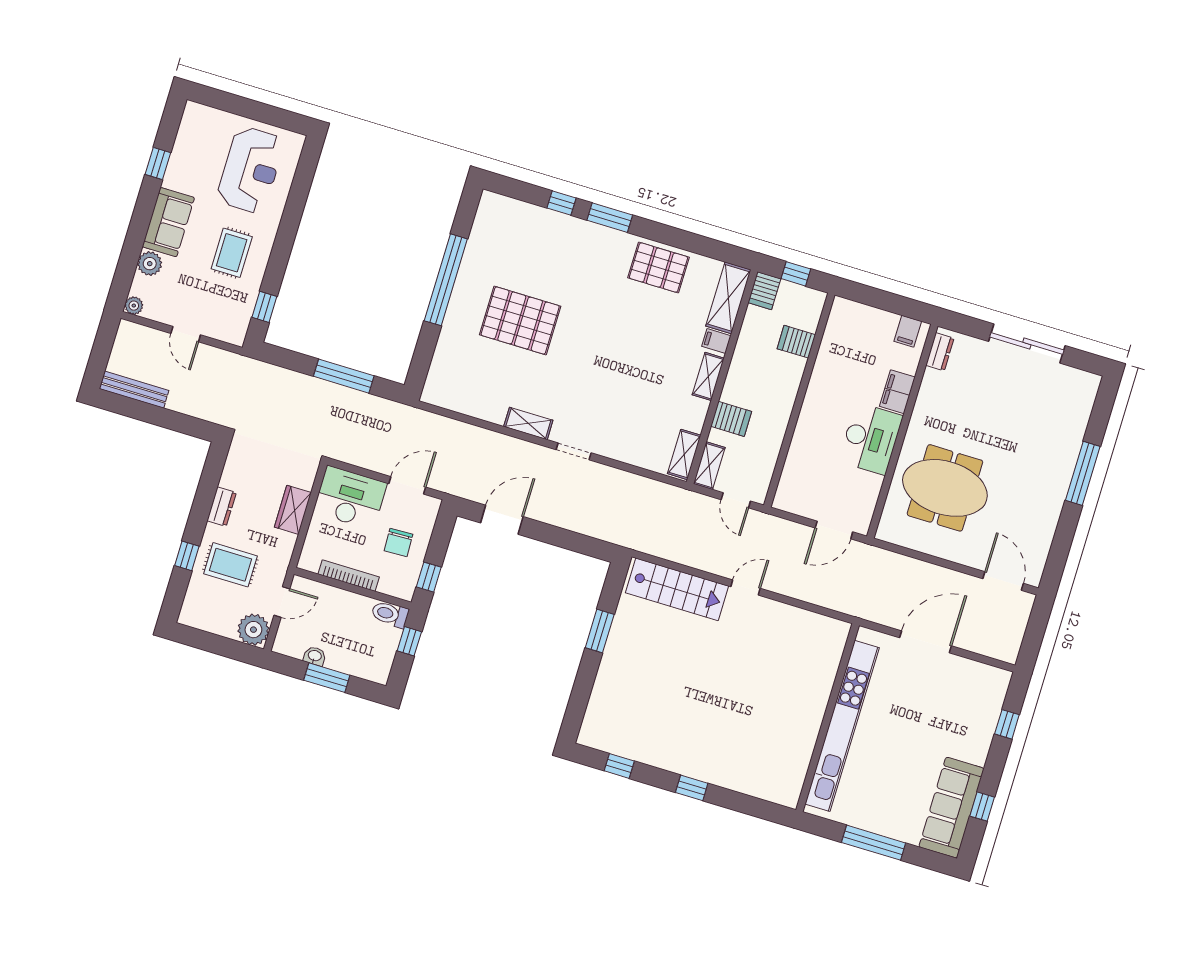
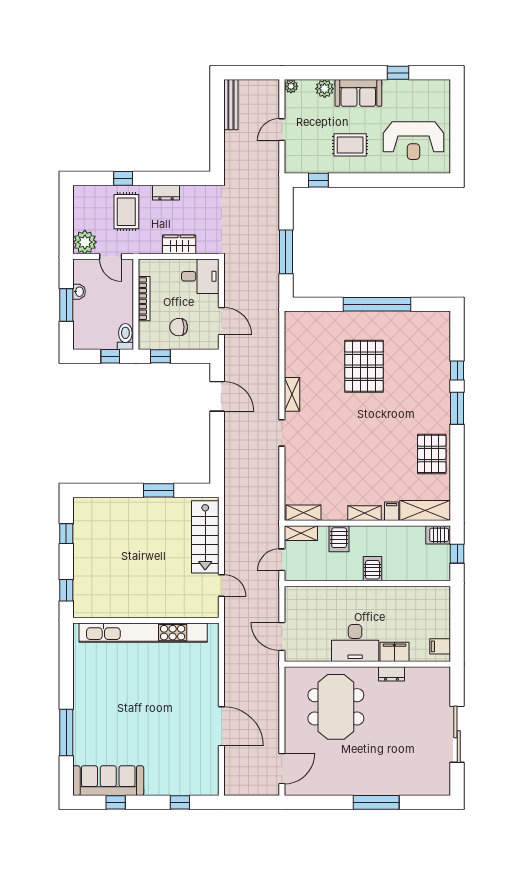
server rack: (796, 342) -> (372, 569), moved
dresser: (940, 352) -> (391, 674), moved
desk: (350, 498) -> (200, 276), width x0.73
wall: (828, 718) -> (146, 620), moved
kitchen unit: (842, 726) -> (143, 633), moved

